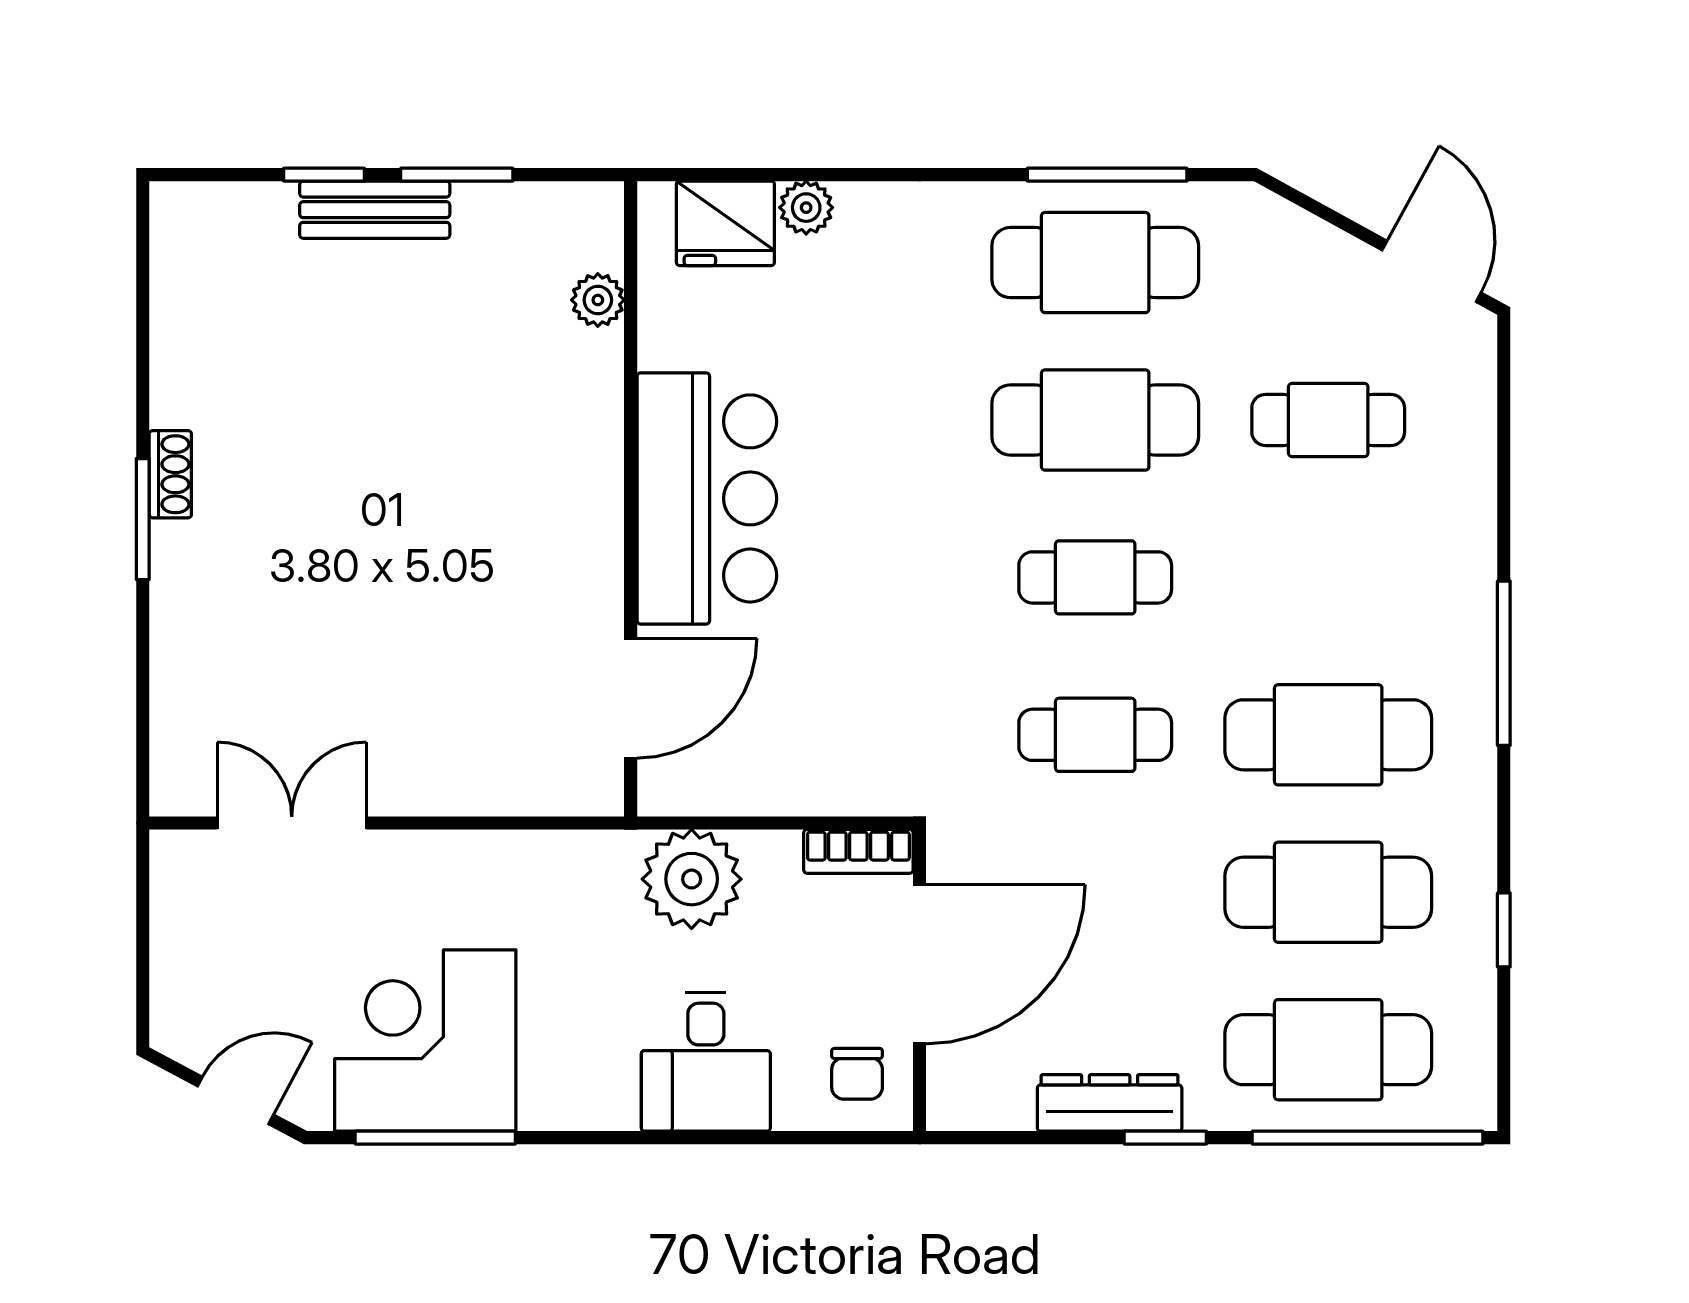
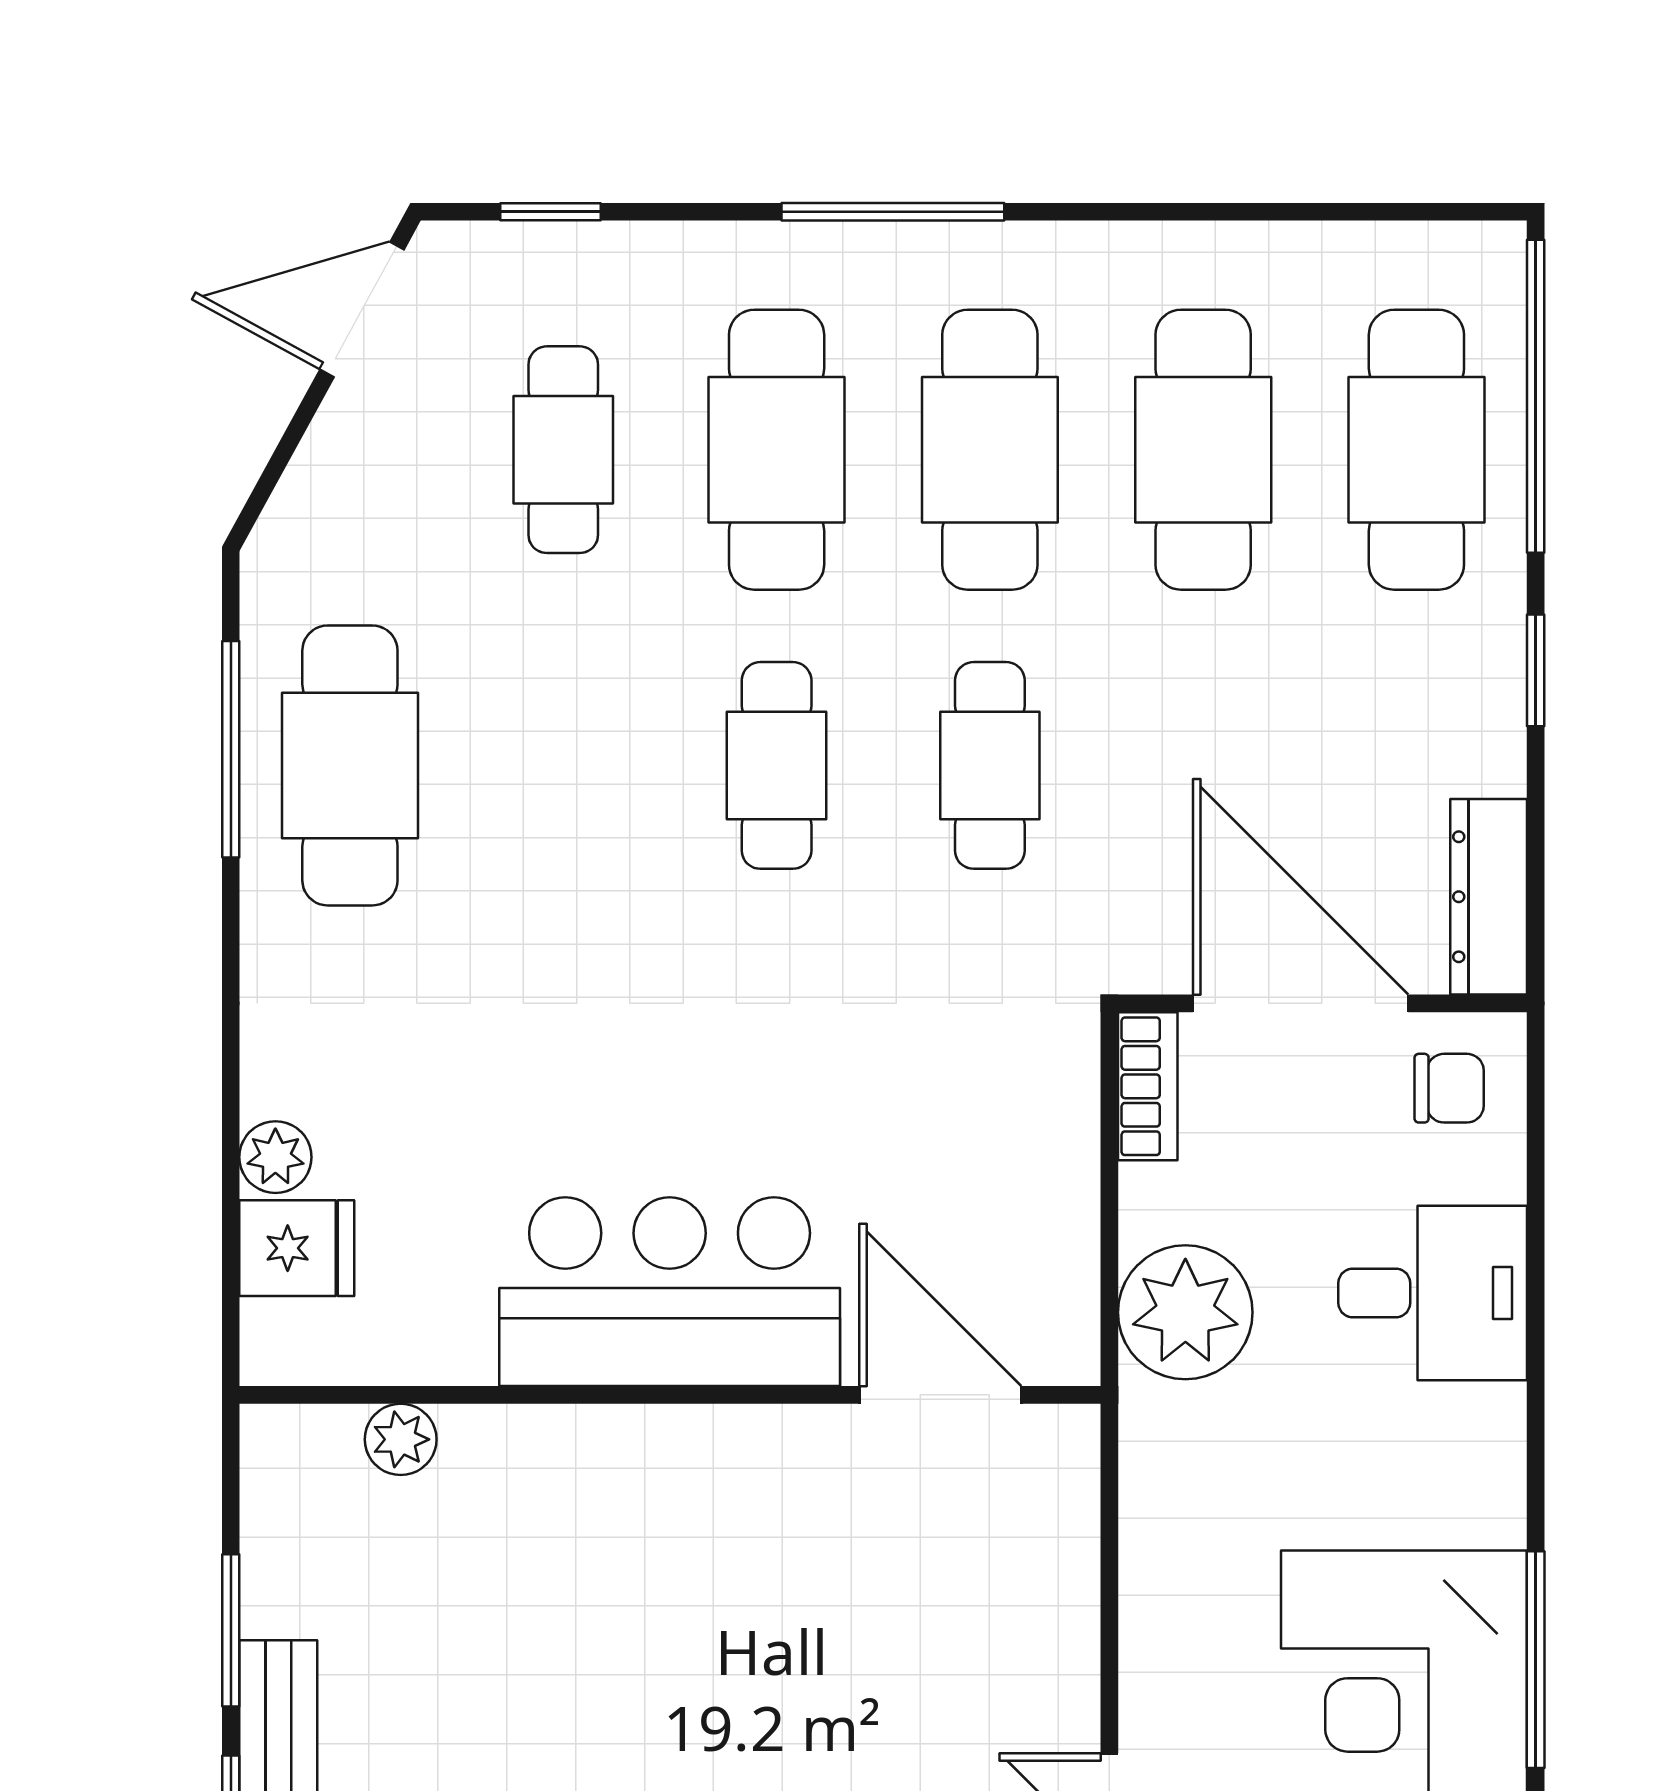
fridge: (725, 223) -> (297, 1248), width x0.72
cafe table: (1095, 420) -> (777, 450), moved
window: (1504, 930) -> (550, 212), moved
dresser: (1110, 1103) -> (1489, 897), moved

